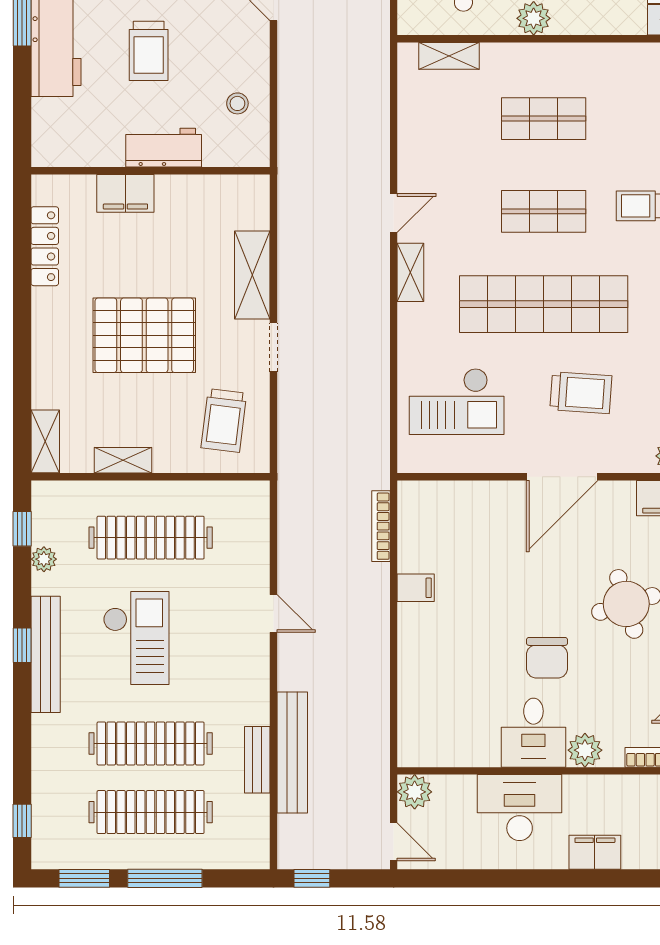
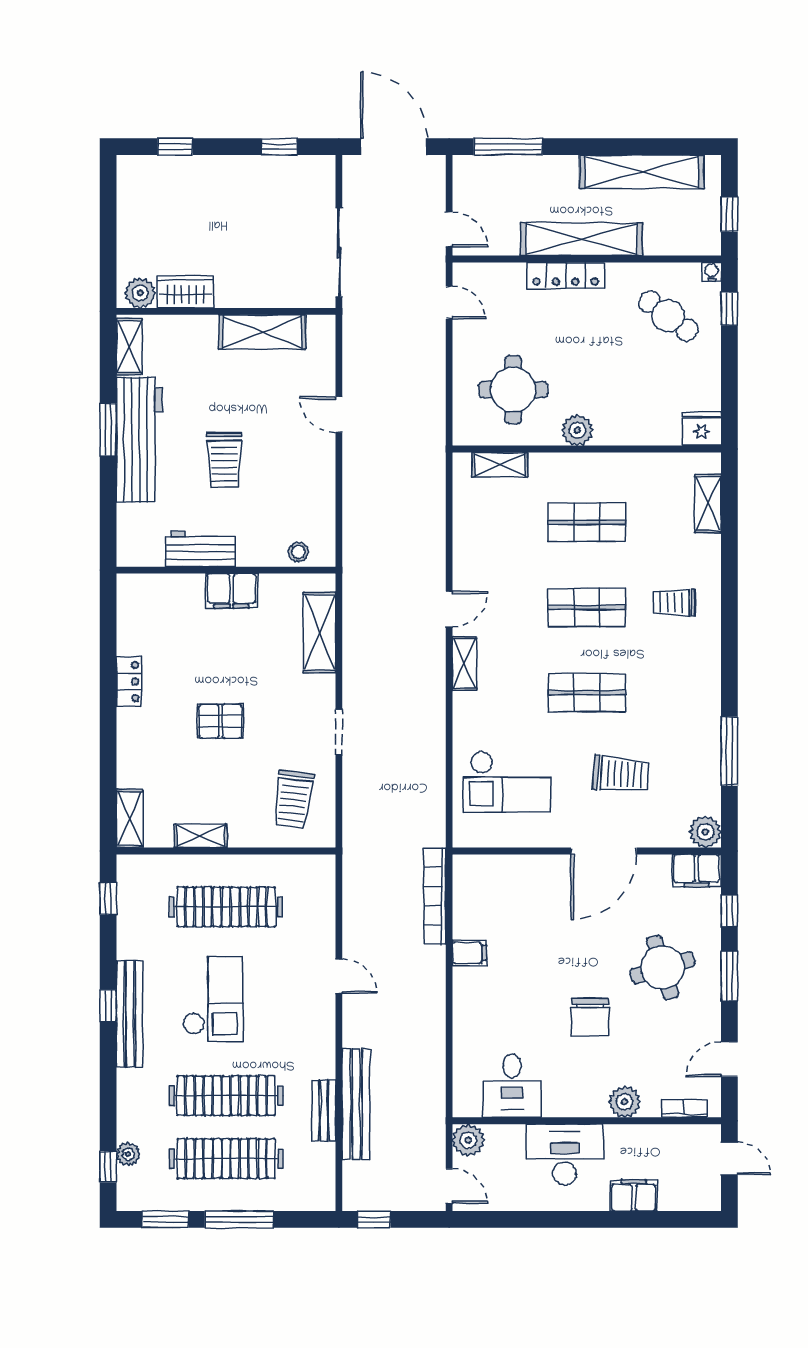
stool: (237, 103) -> (298, 552), moved
workbench: (164, 148) -> (200, 549), moved
filing cabinet: (125, 193) -> (232, 591), moved
locker: (45, 246) -> (129, 682), moved, width x0.66
shelving: (252, 275) -> (319, 632), moved
shop shelf: (544, 304) -> (587, 693), width x0.50, depth x0.74
pallet: (144, 335) -> (220, 721), width x0.49, depth x0.50
bookcase: (381, 526) -> (435, 896), width x1.48, depth x1.31
plant: (44, 559) -> (128, 1154), moved
desk: (533, 733) -> (512, 1086), moved

